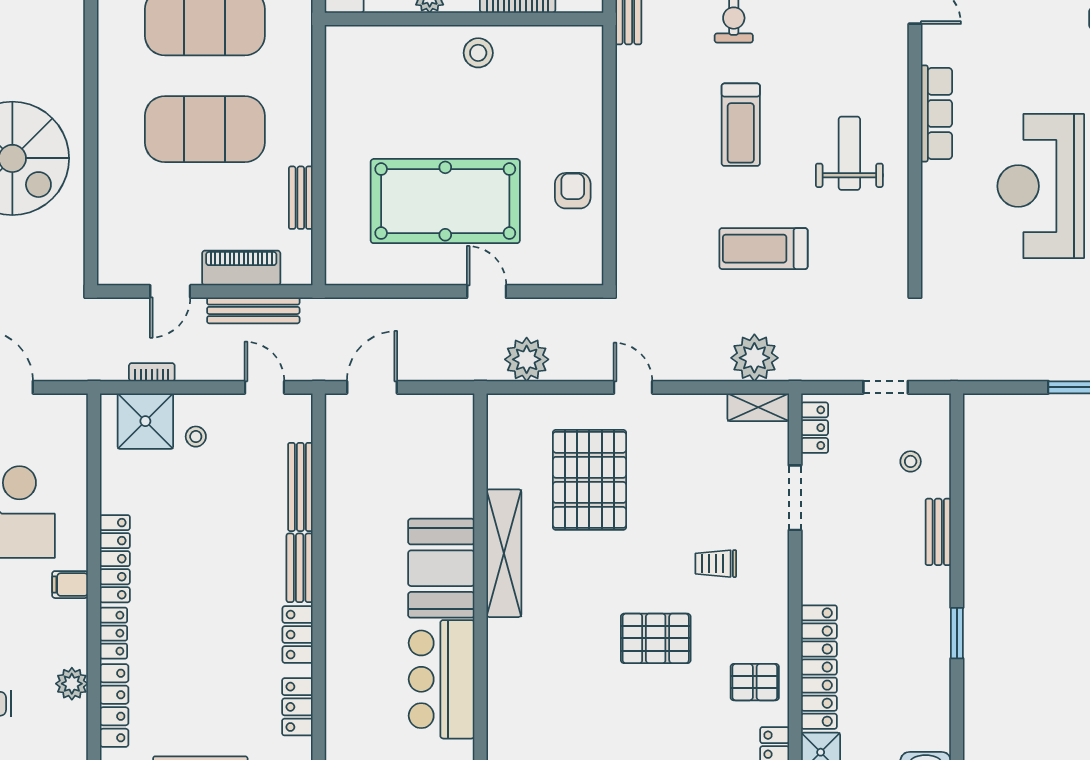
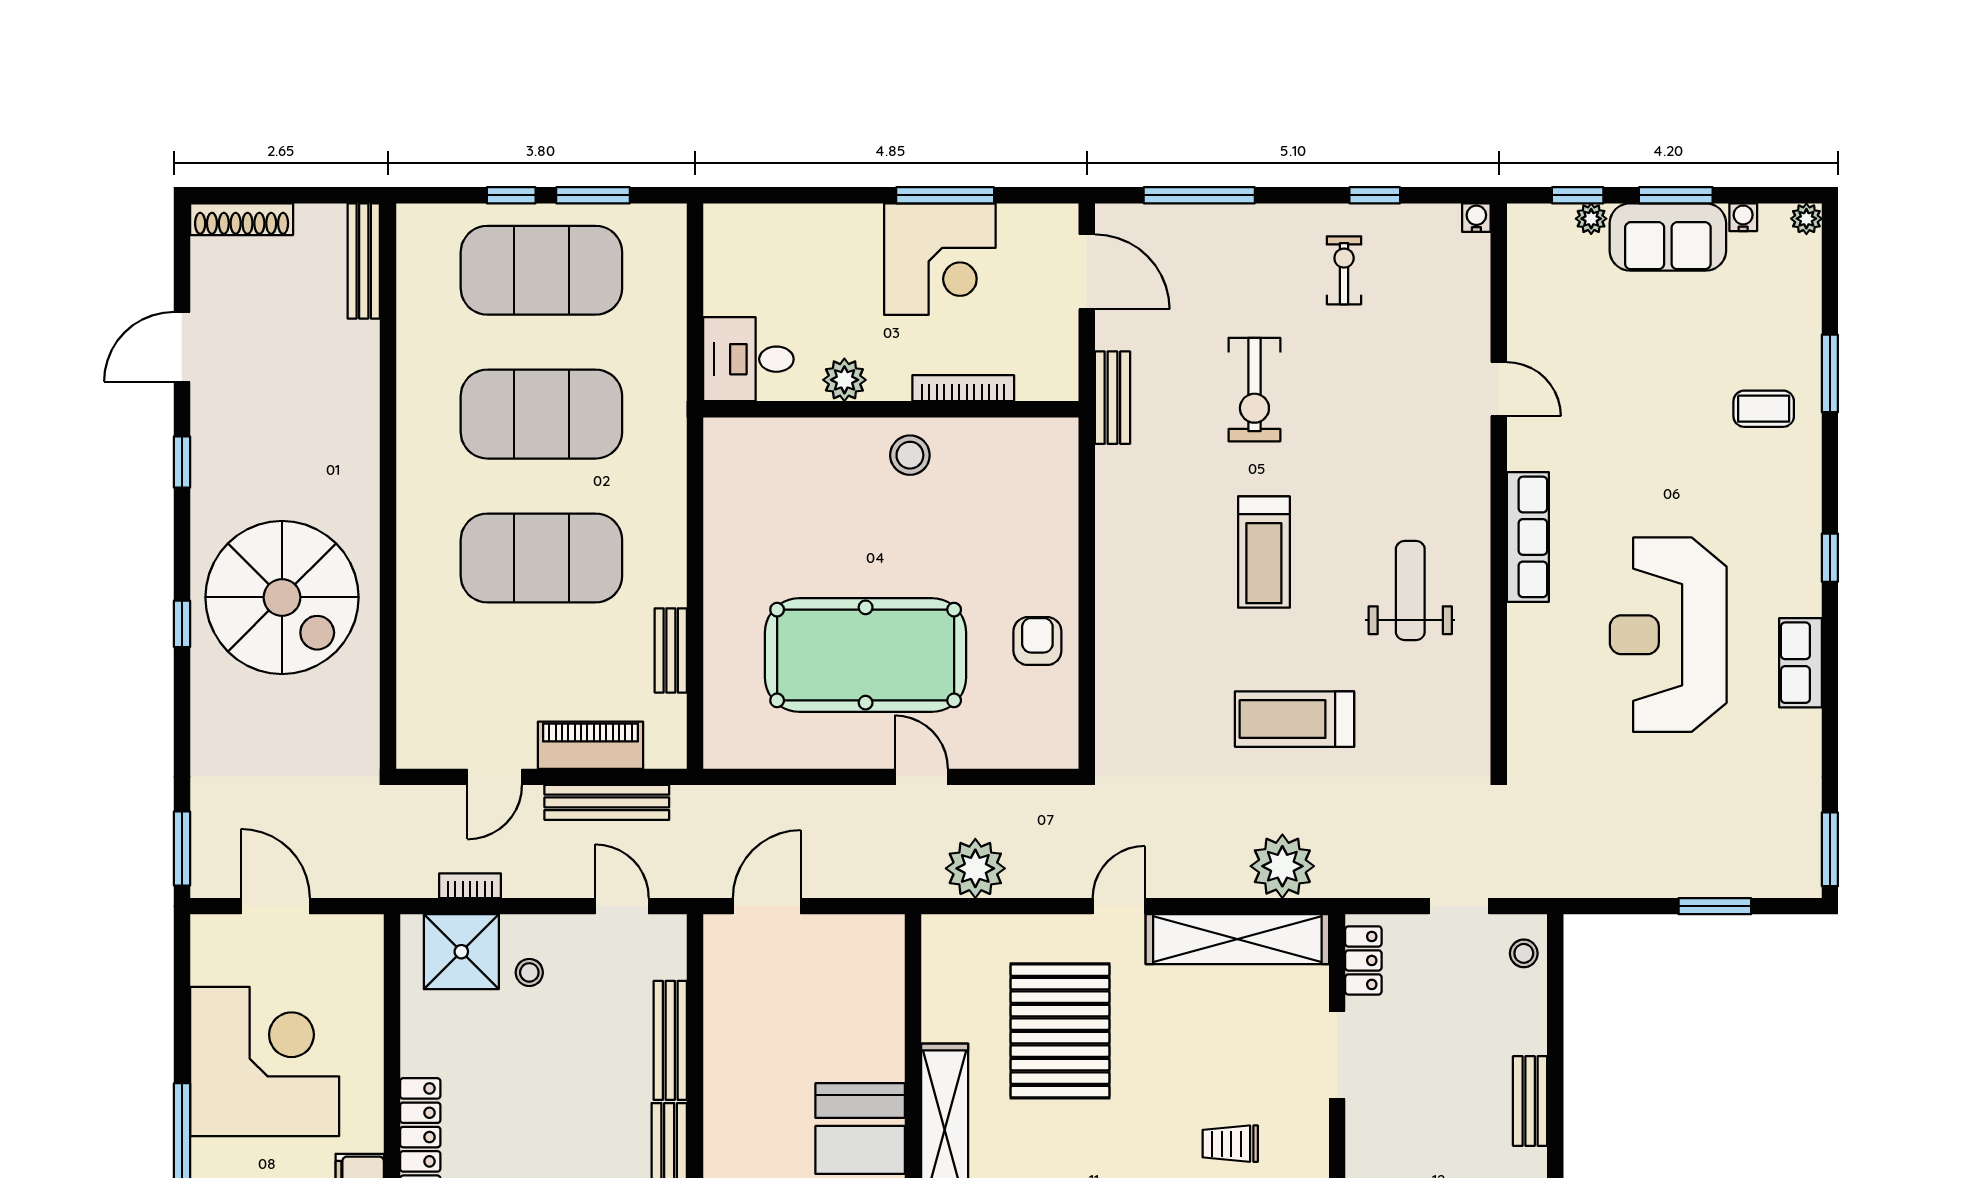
door: (633, 387) -> (1119, 906), hinge flipped
shelving: (758, 407) -> (1237, 939), width x2.20, depth x1.33
stool: (911, 461) -> (1524, 953), moved

